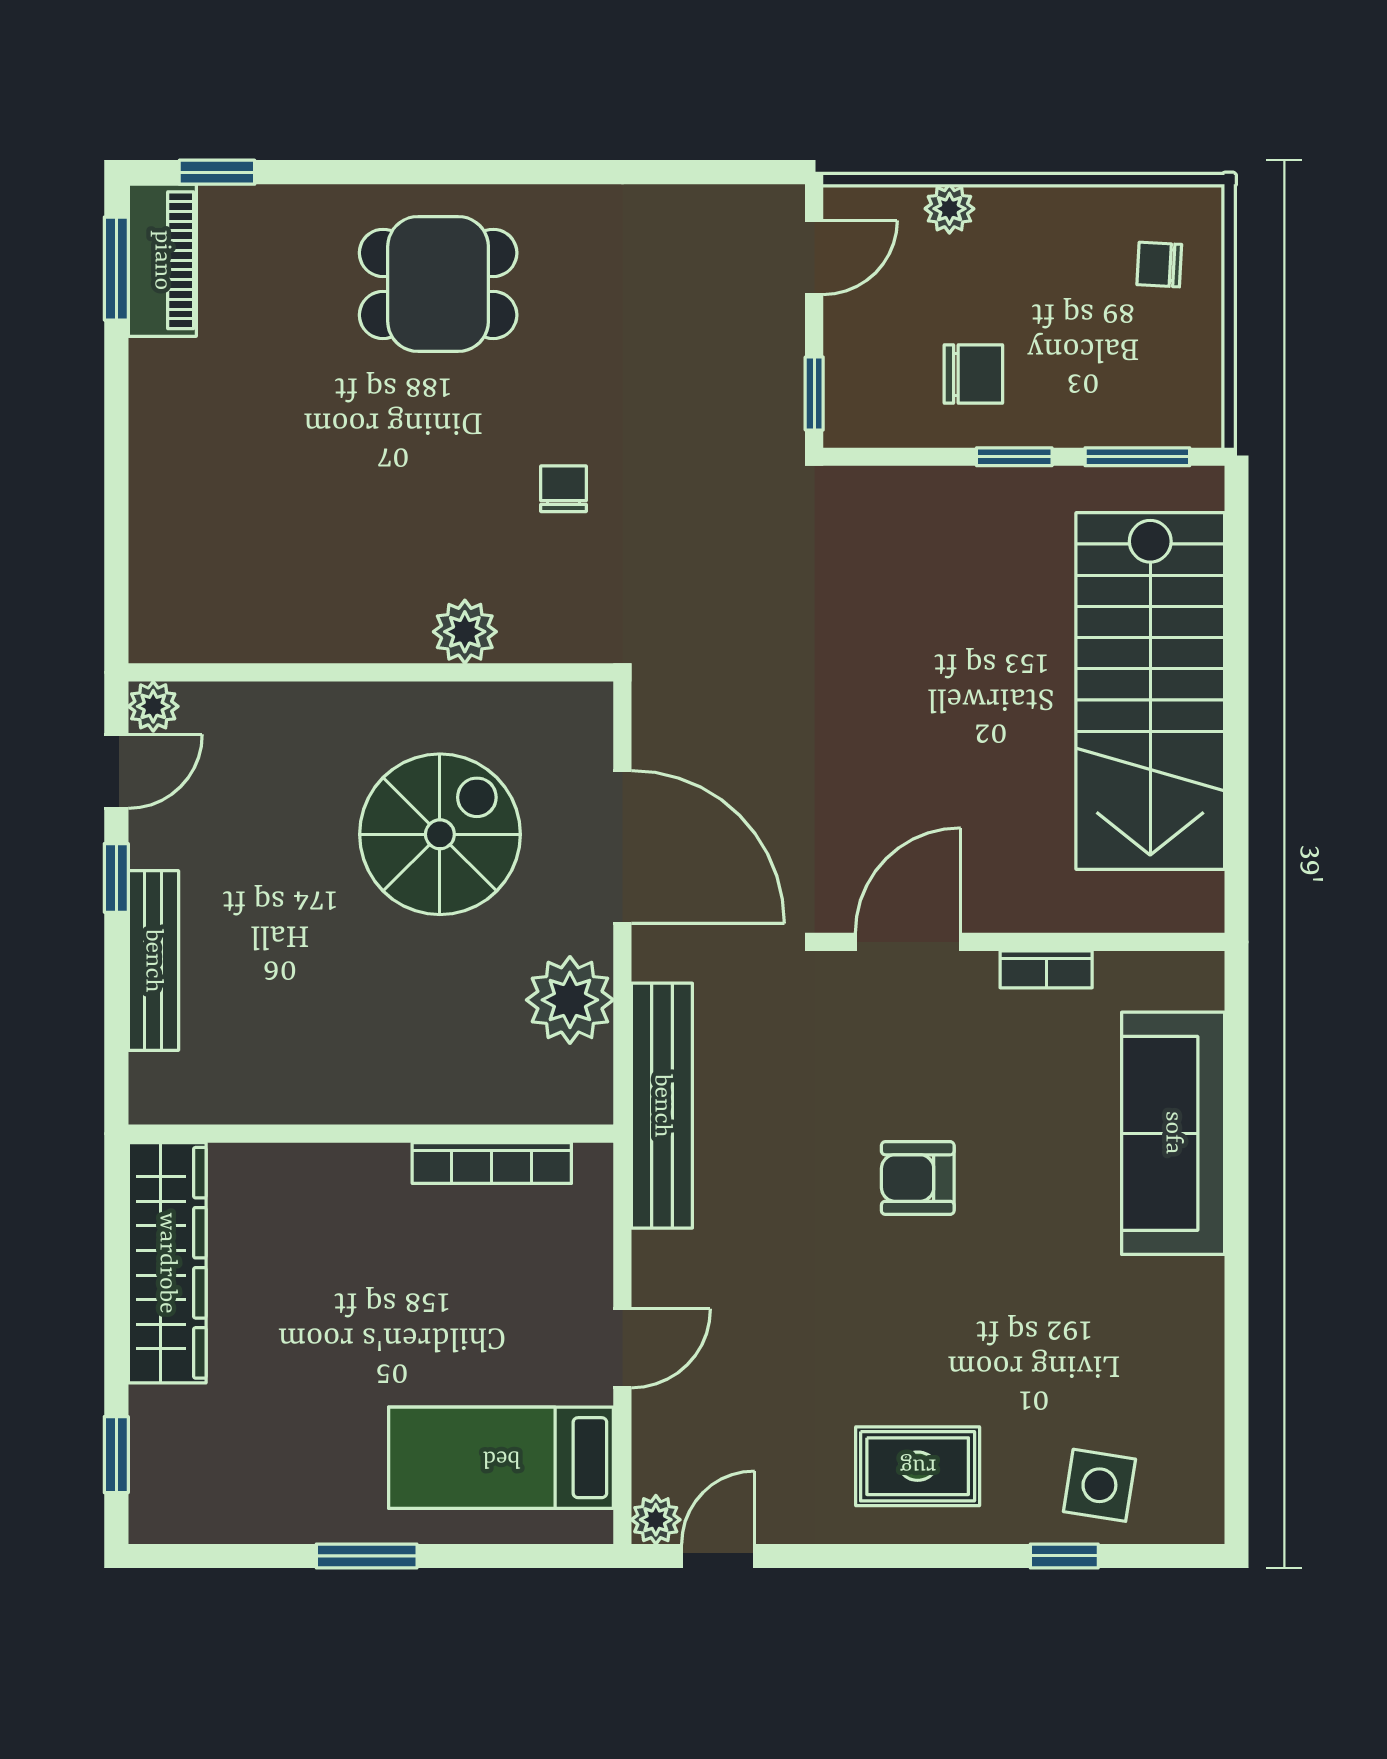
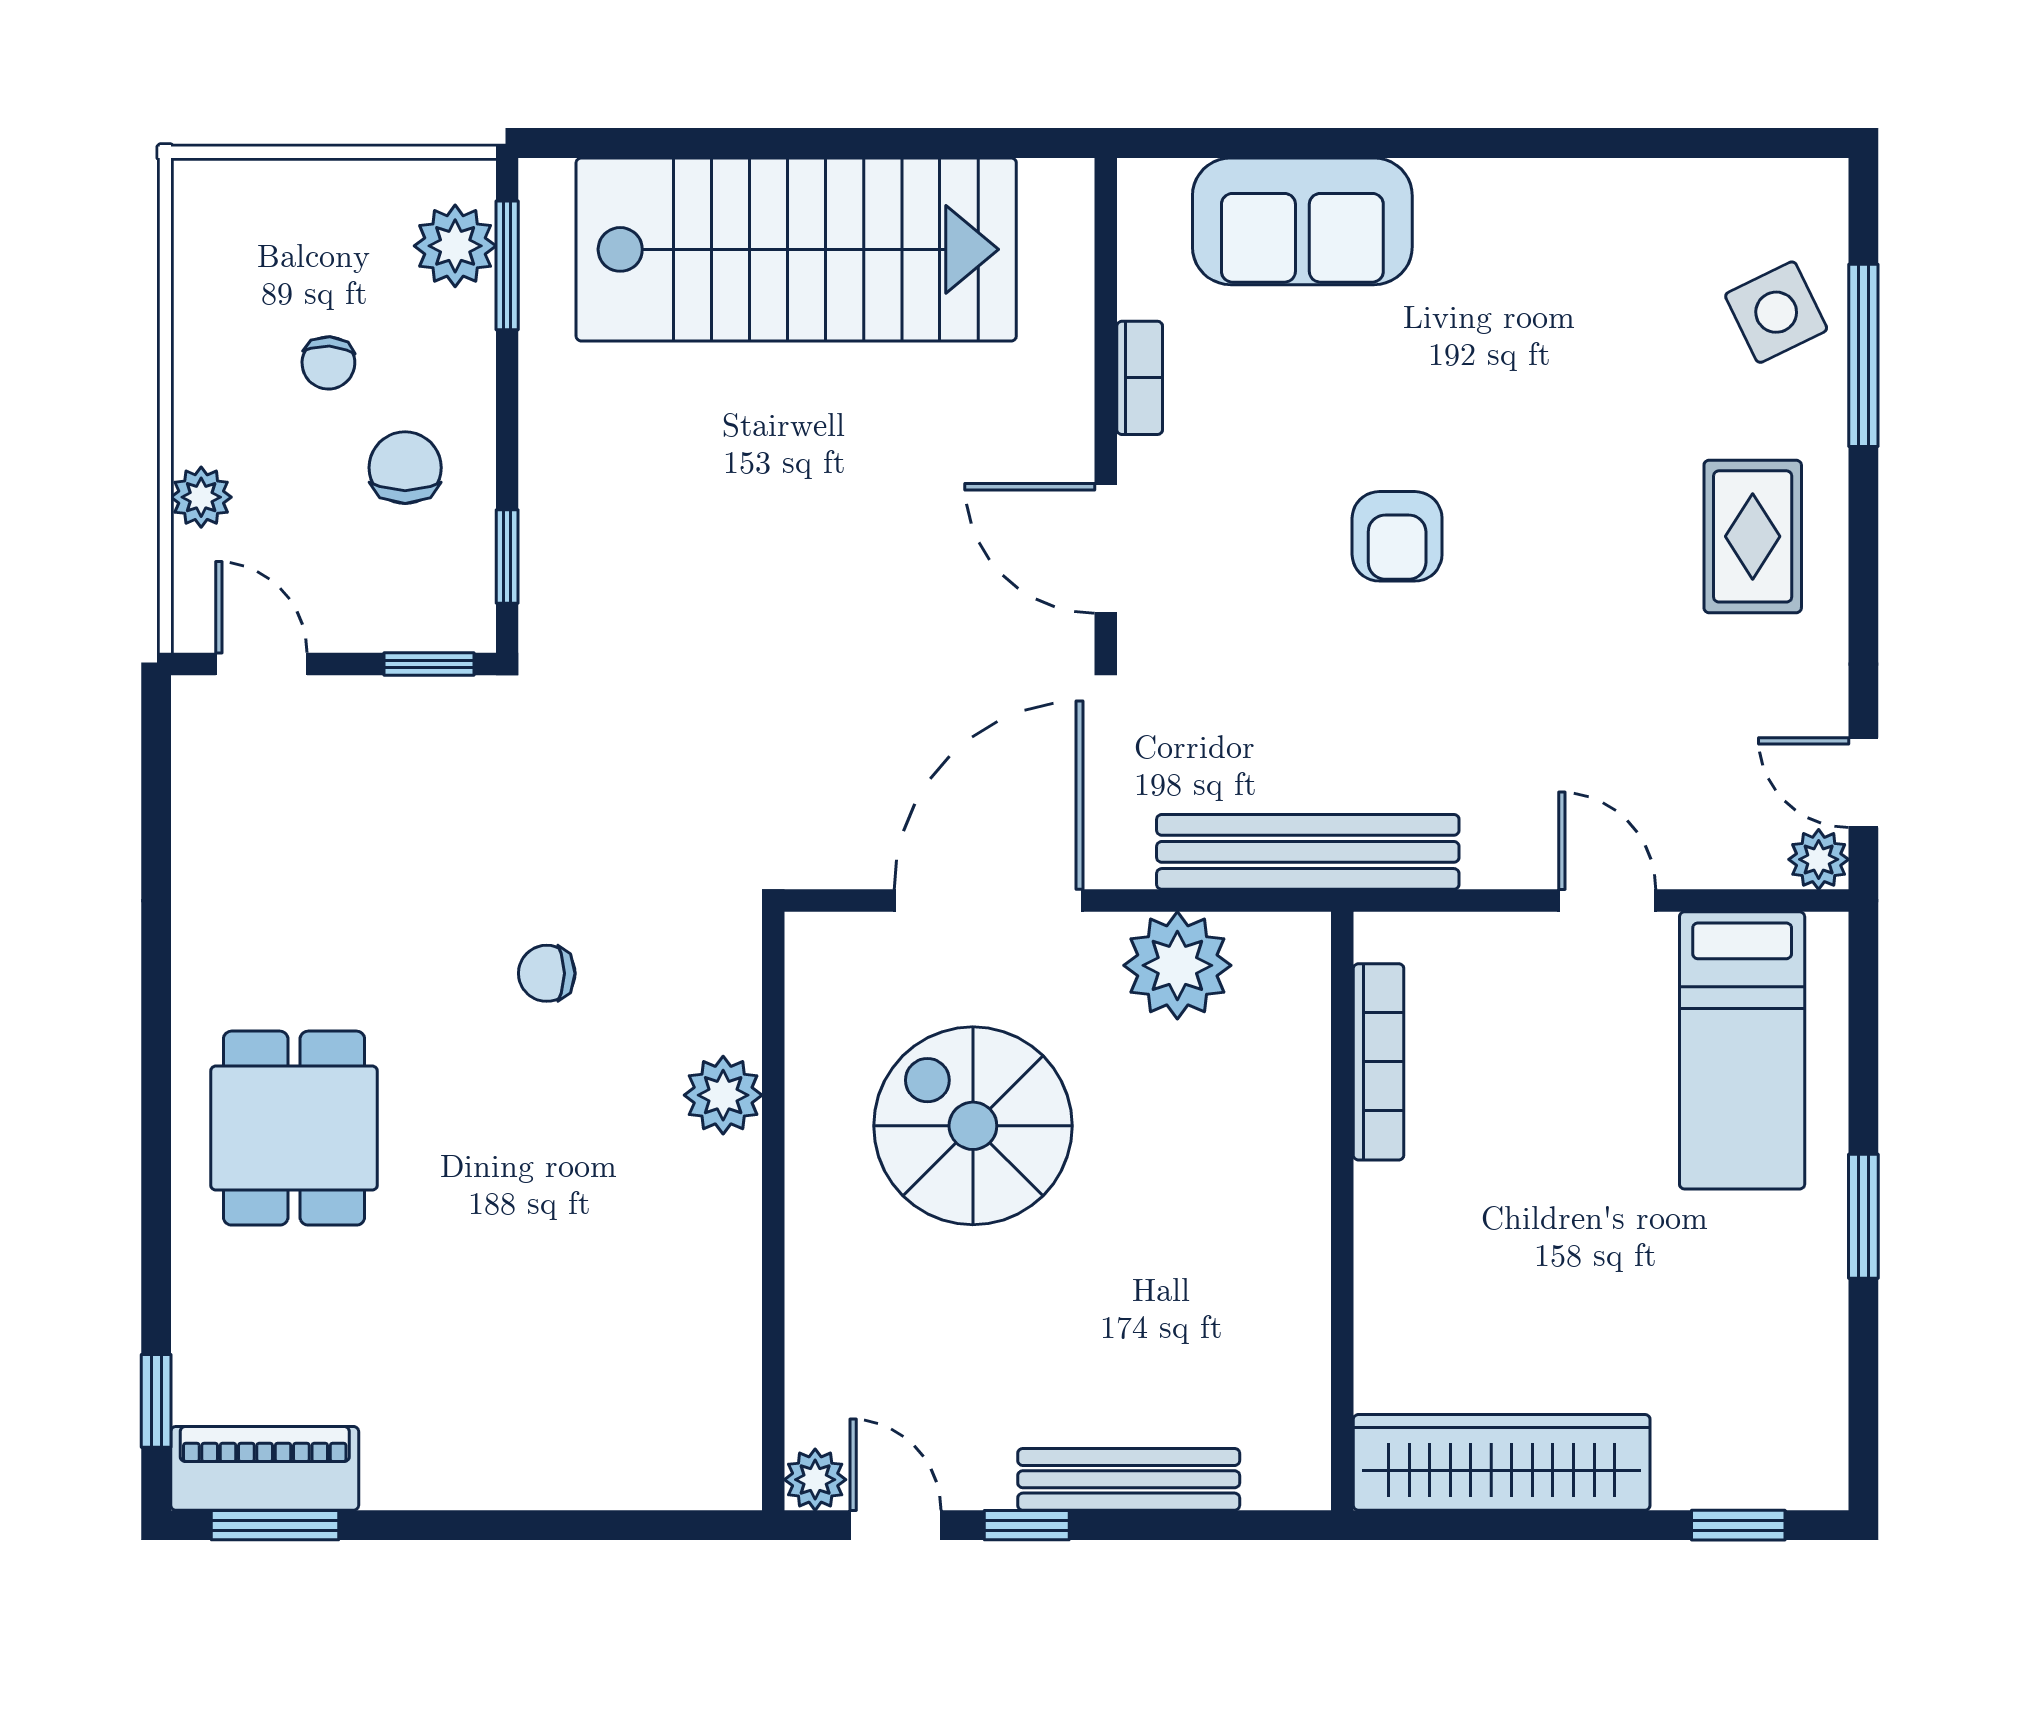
chair: (1159, 265) -> (328, 363), moved
plant: (1153, 415) -> (455, 246), added
window: (1014, 457) -> (507, 556), moved
sofa: (1173, 1133) -> (1302, 221), width x0.73
side table: (1099, 1485) -> (1776, 312), turned -35
window: (1064, 1556) -> (1863, 355), width x2.17

